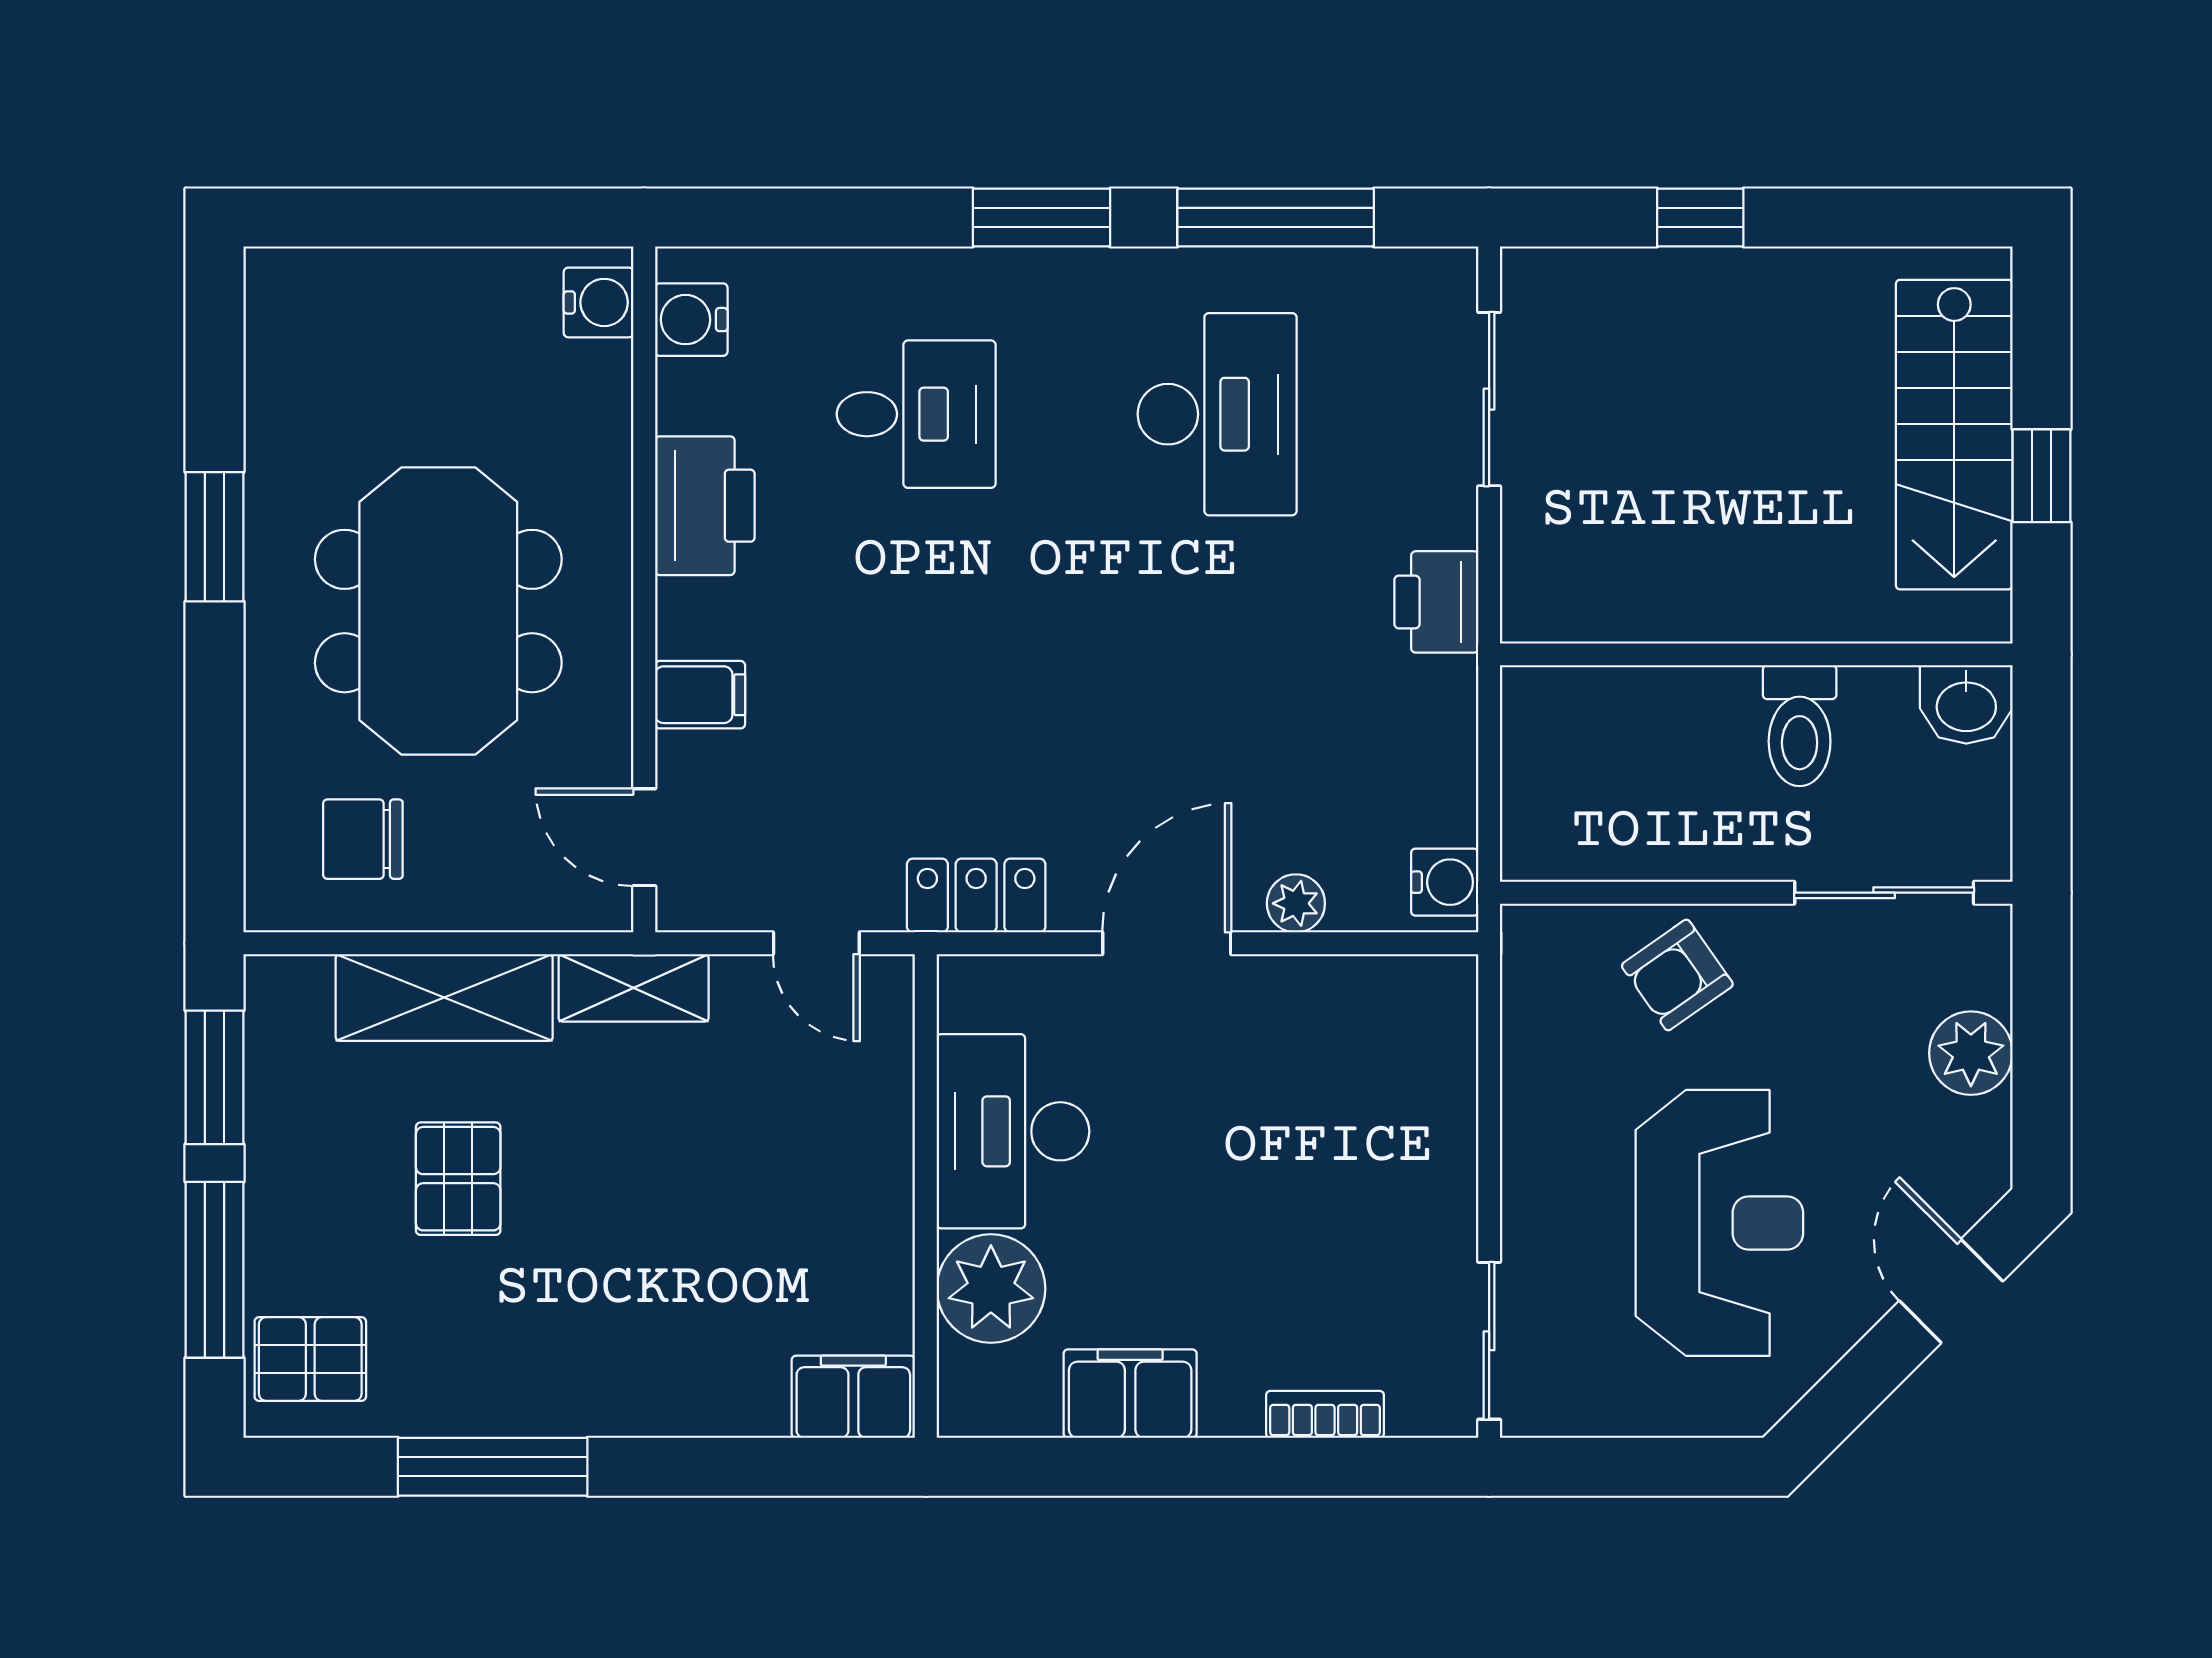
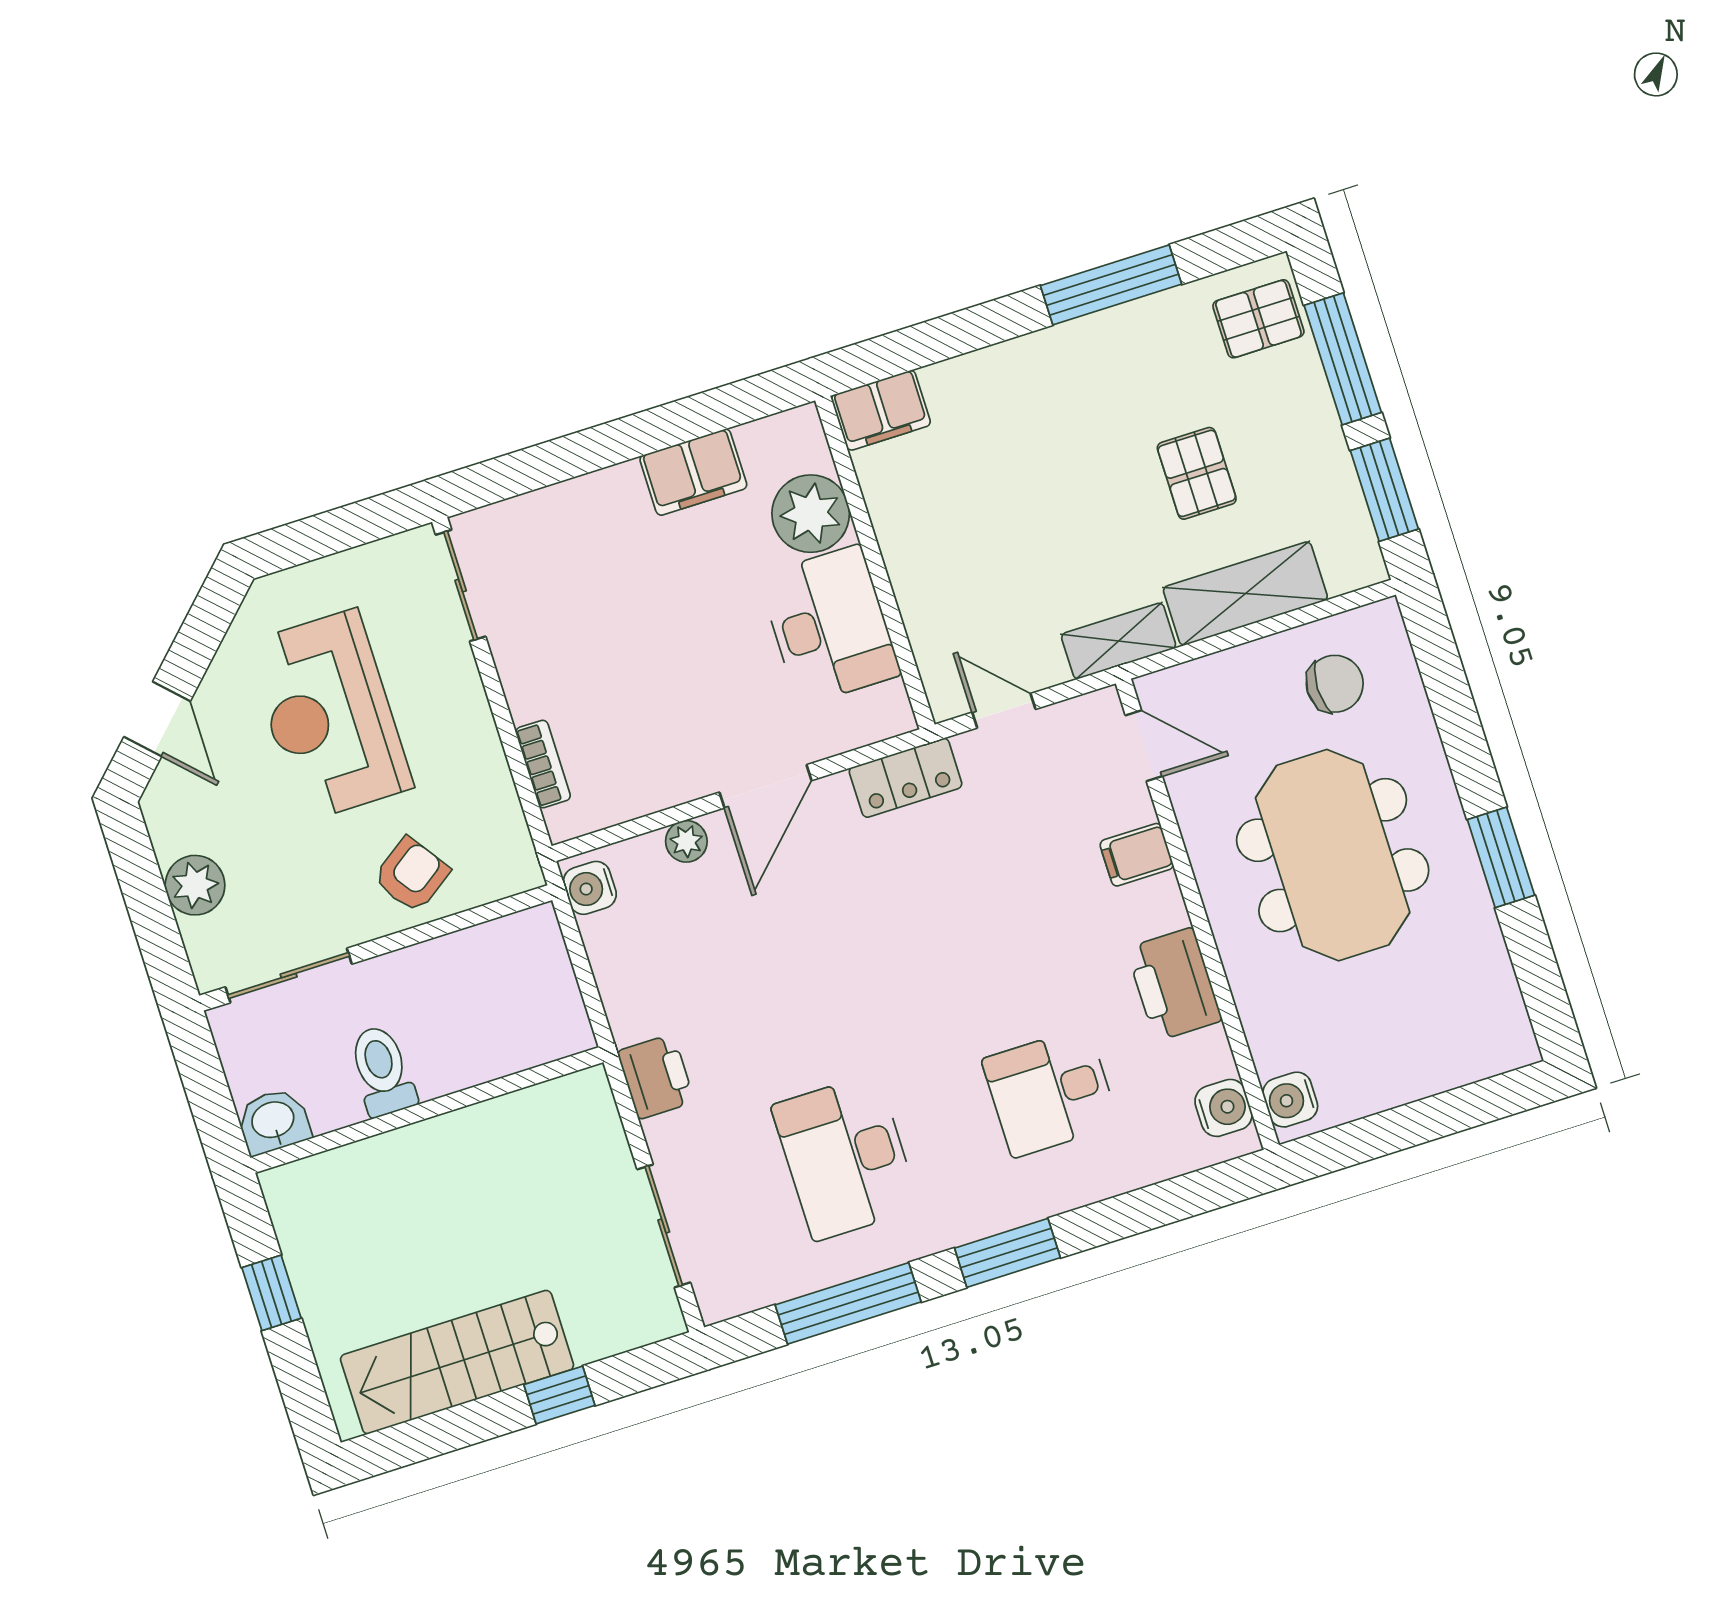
stairs: (1954, 435) -> (457, 1362), moved, turned -90
bookcase: (1325, 1414) -> (543, 764), moved, turned -90

